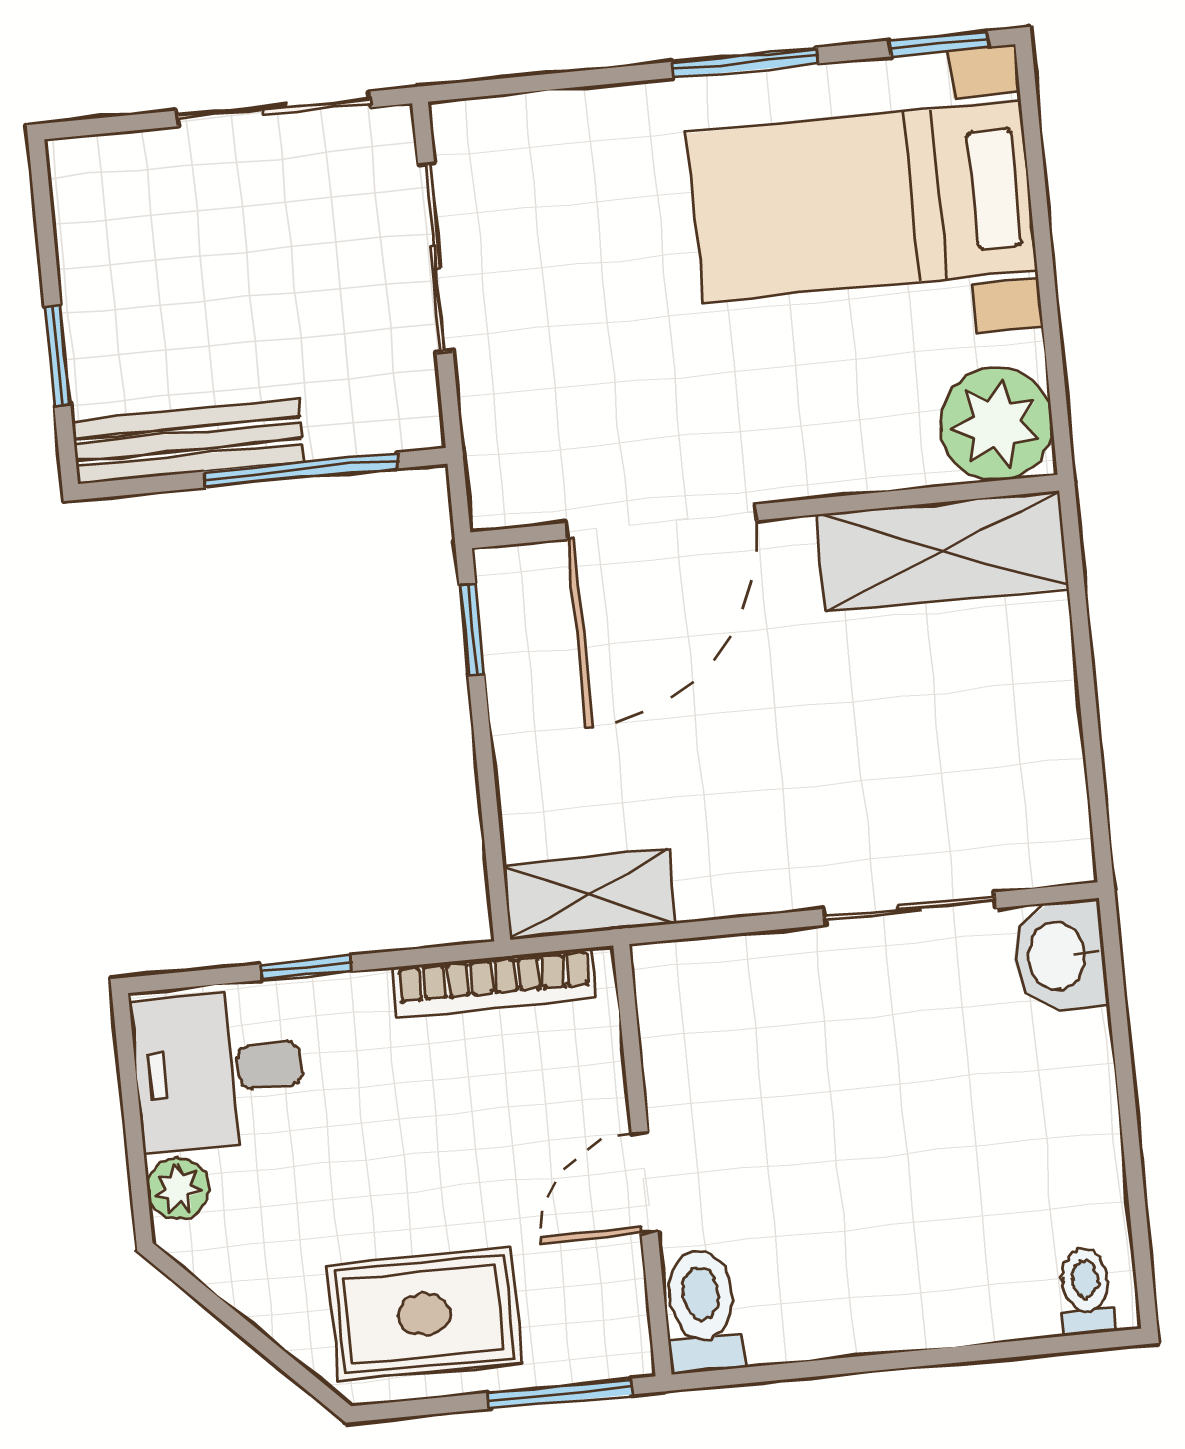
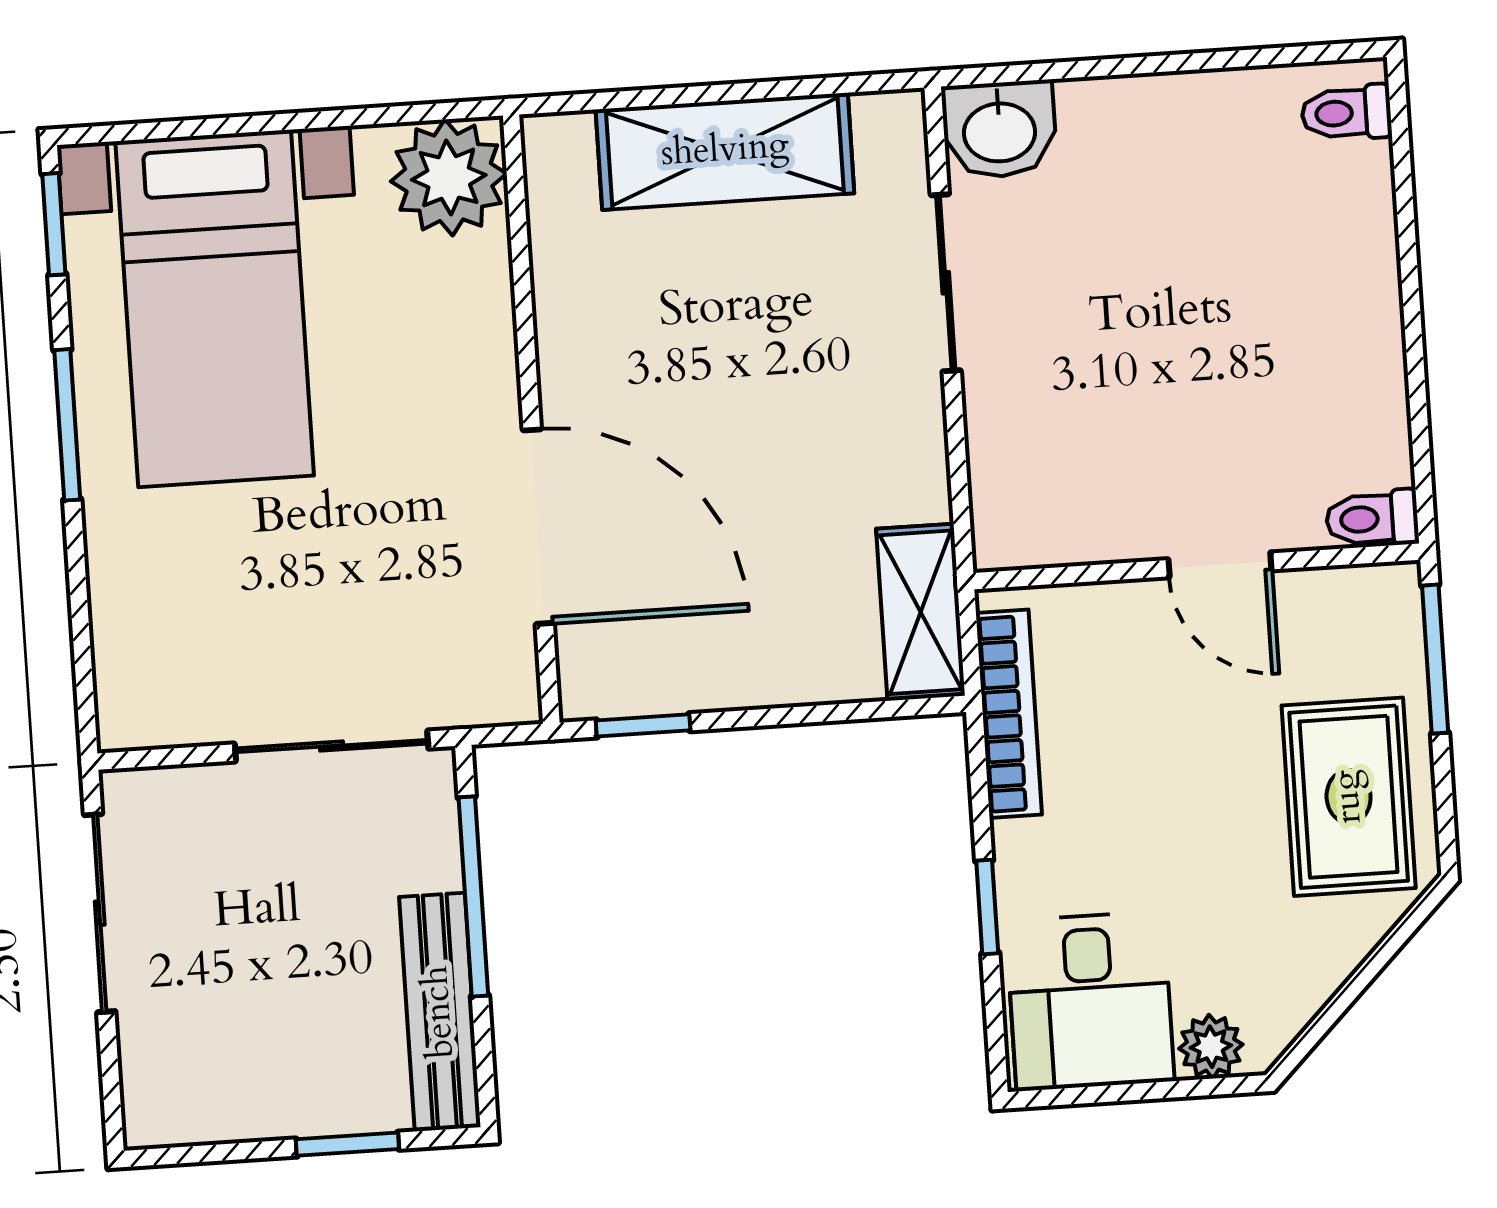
sliding door: (435, 258) -> (332, 746), moved
shelving: (942, 551) -> (725, 151), moved, turned 90
toilet: (702, 1311) -> (1372, 519), width x0.73, depth x0.72

